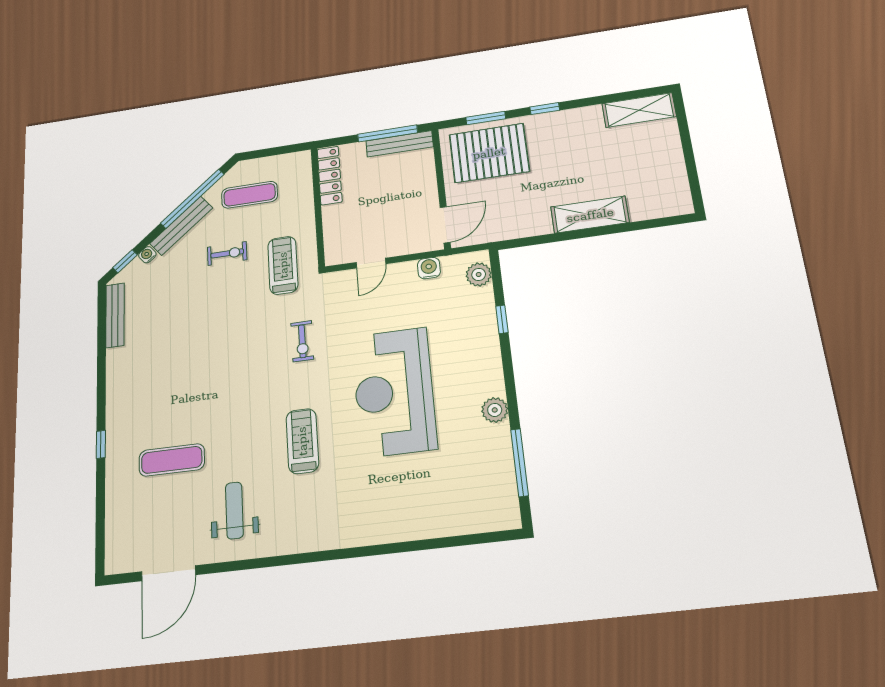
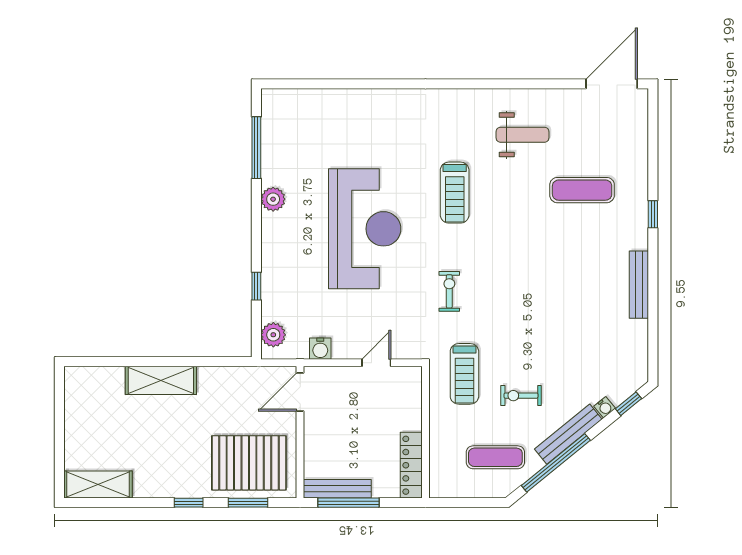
bench: (115, 315) -> (639, 285), moved
weight bench: (234, 510) -> (522, 135), turned -90
door: (169, 573) -> (612, 84), moved

